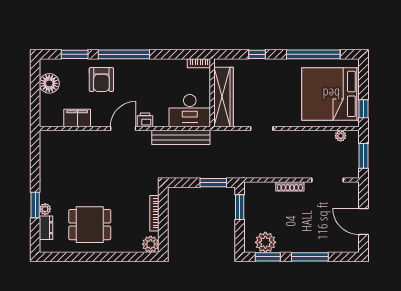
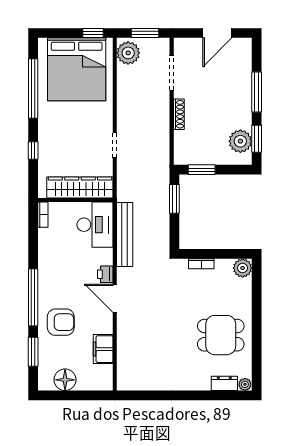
plant: (341, 136) -> (128, 53), width x1.88, depth x1.88
window: (35, 205) -> (199, 395), removed
plant: (45, 209) -> (245, 384), moved
bookcase: (154, 213) -> (201, 264), width x0.64
dining table: (90, 225) -> (221, 335), turned 90

